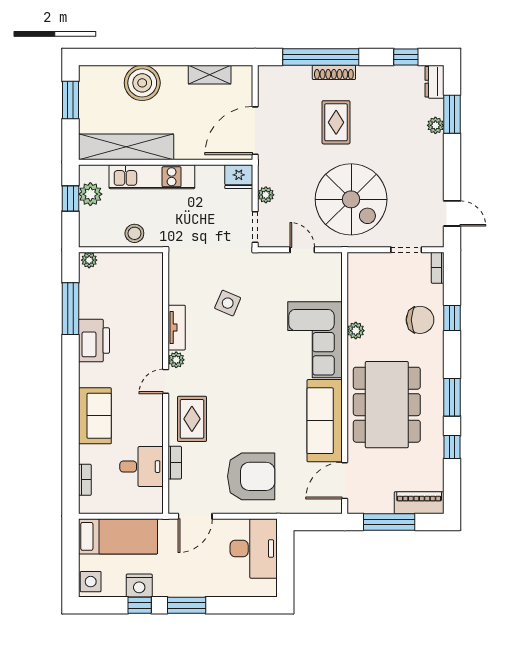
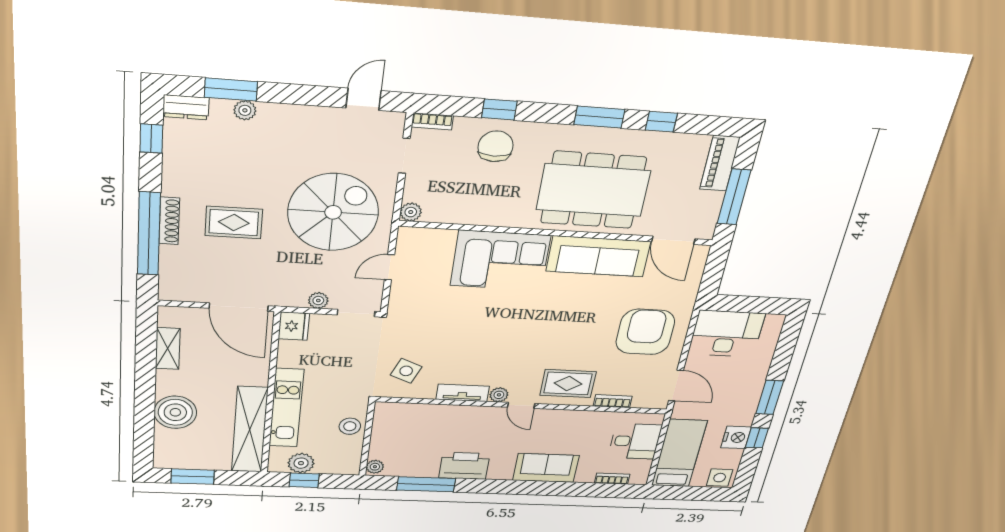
side table: (228, 303) -> (406, 371), moved
plant: (356, 331) -> (411, 212), moved
desk: (142, 467) -> (635, 441), moved, turned 90

